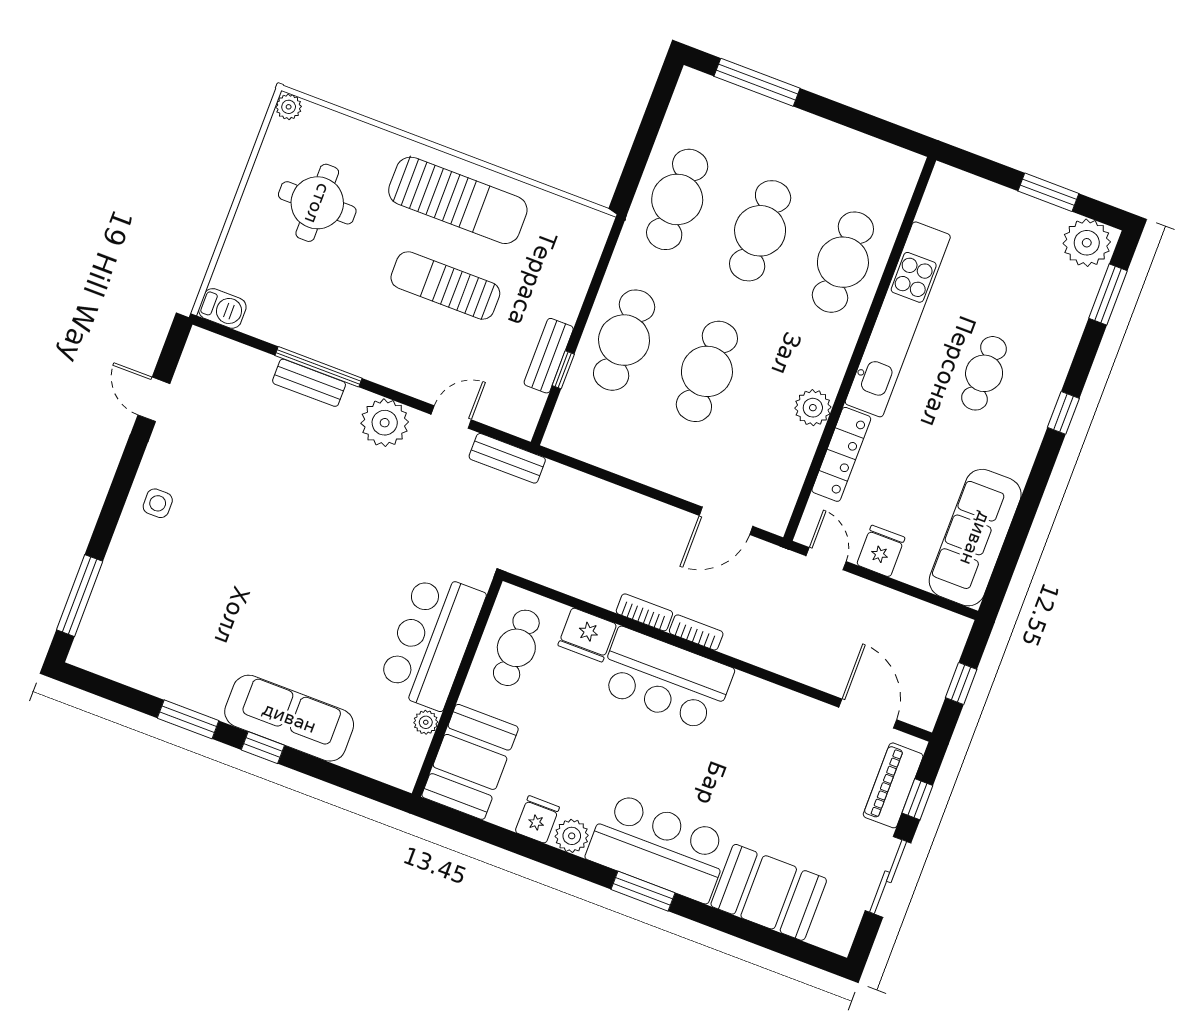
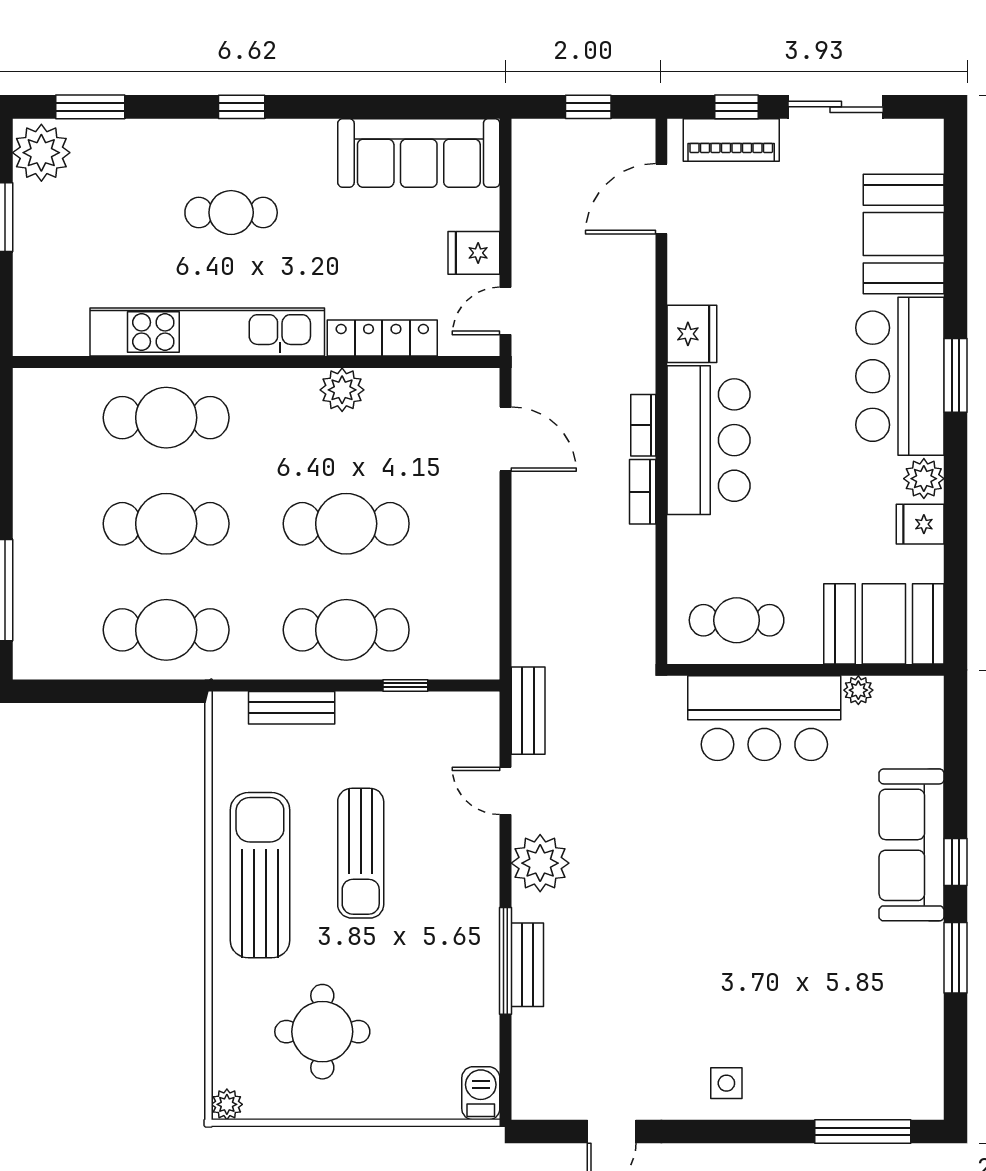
bench: (549, 356) -> (292, 708), moved
fridge: (587, 635) -> (692, 334), moved

